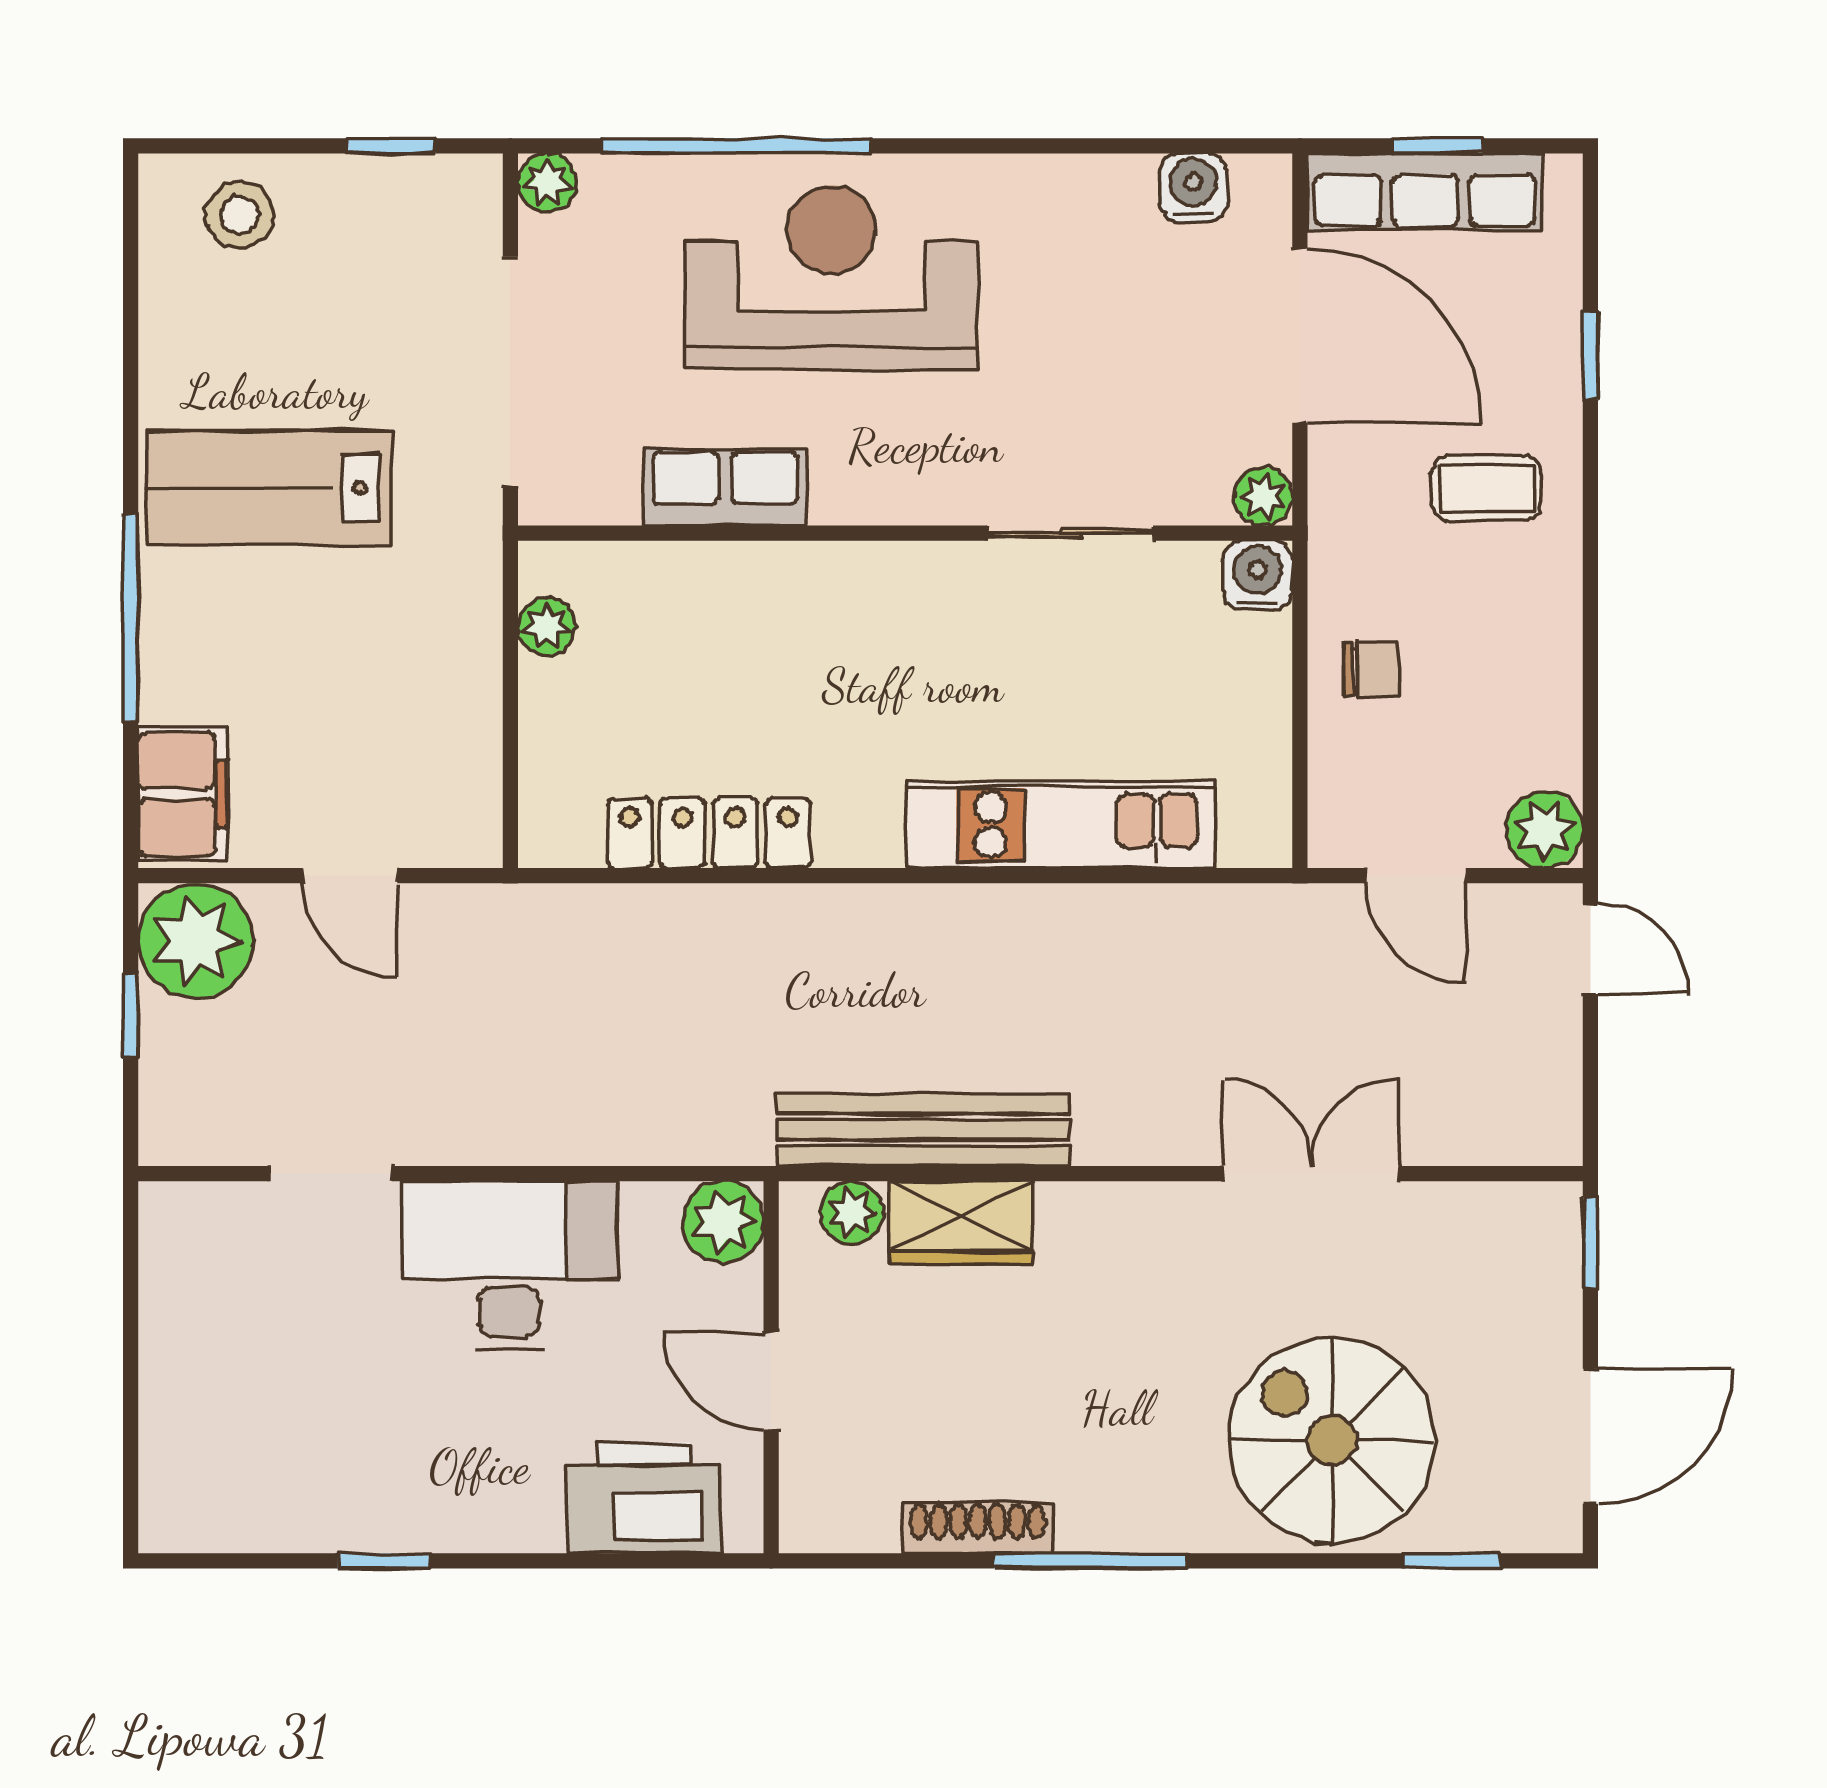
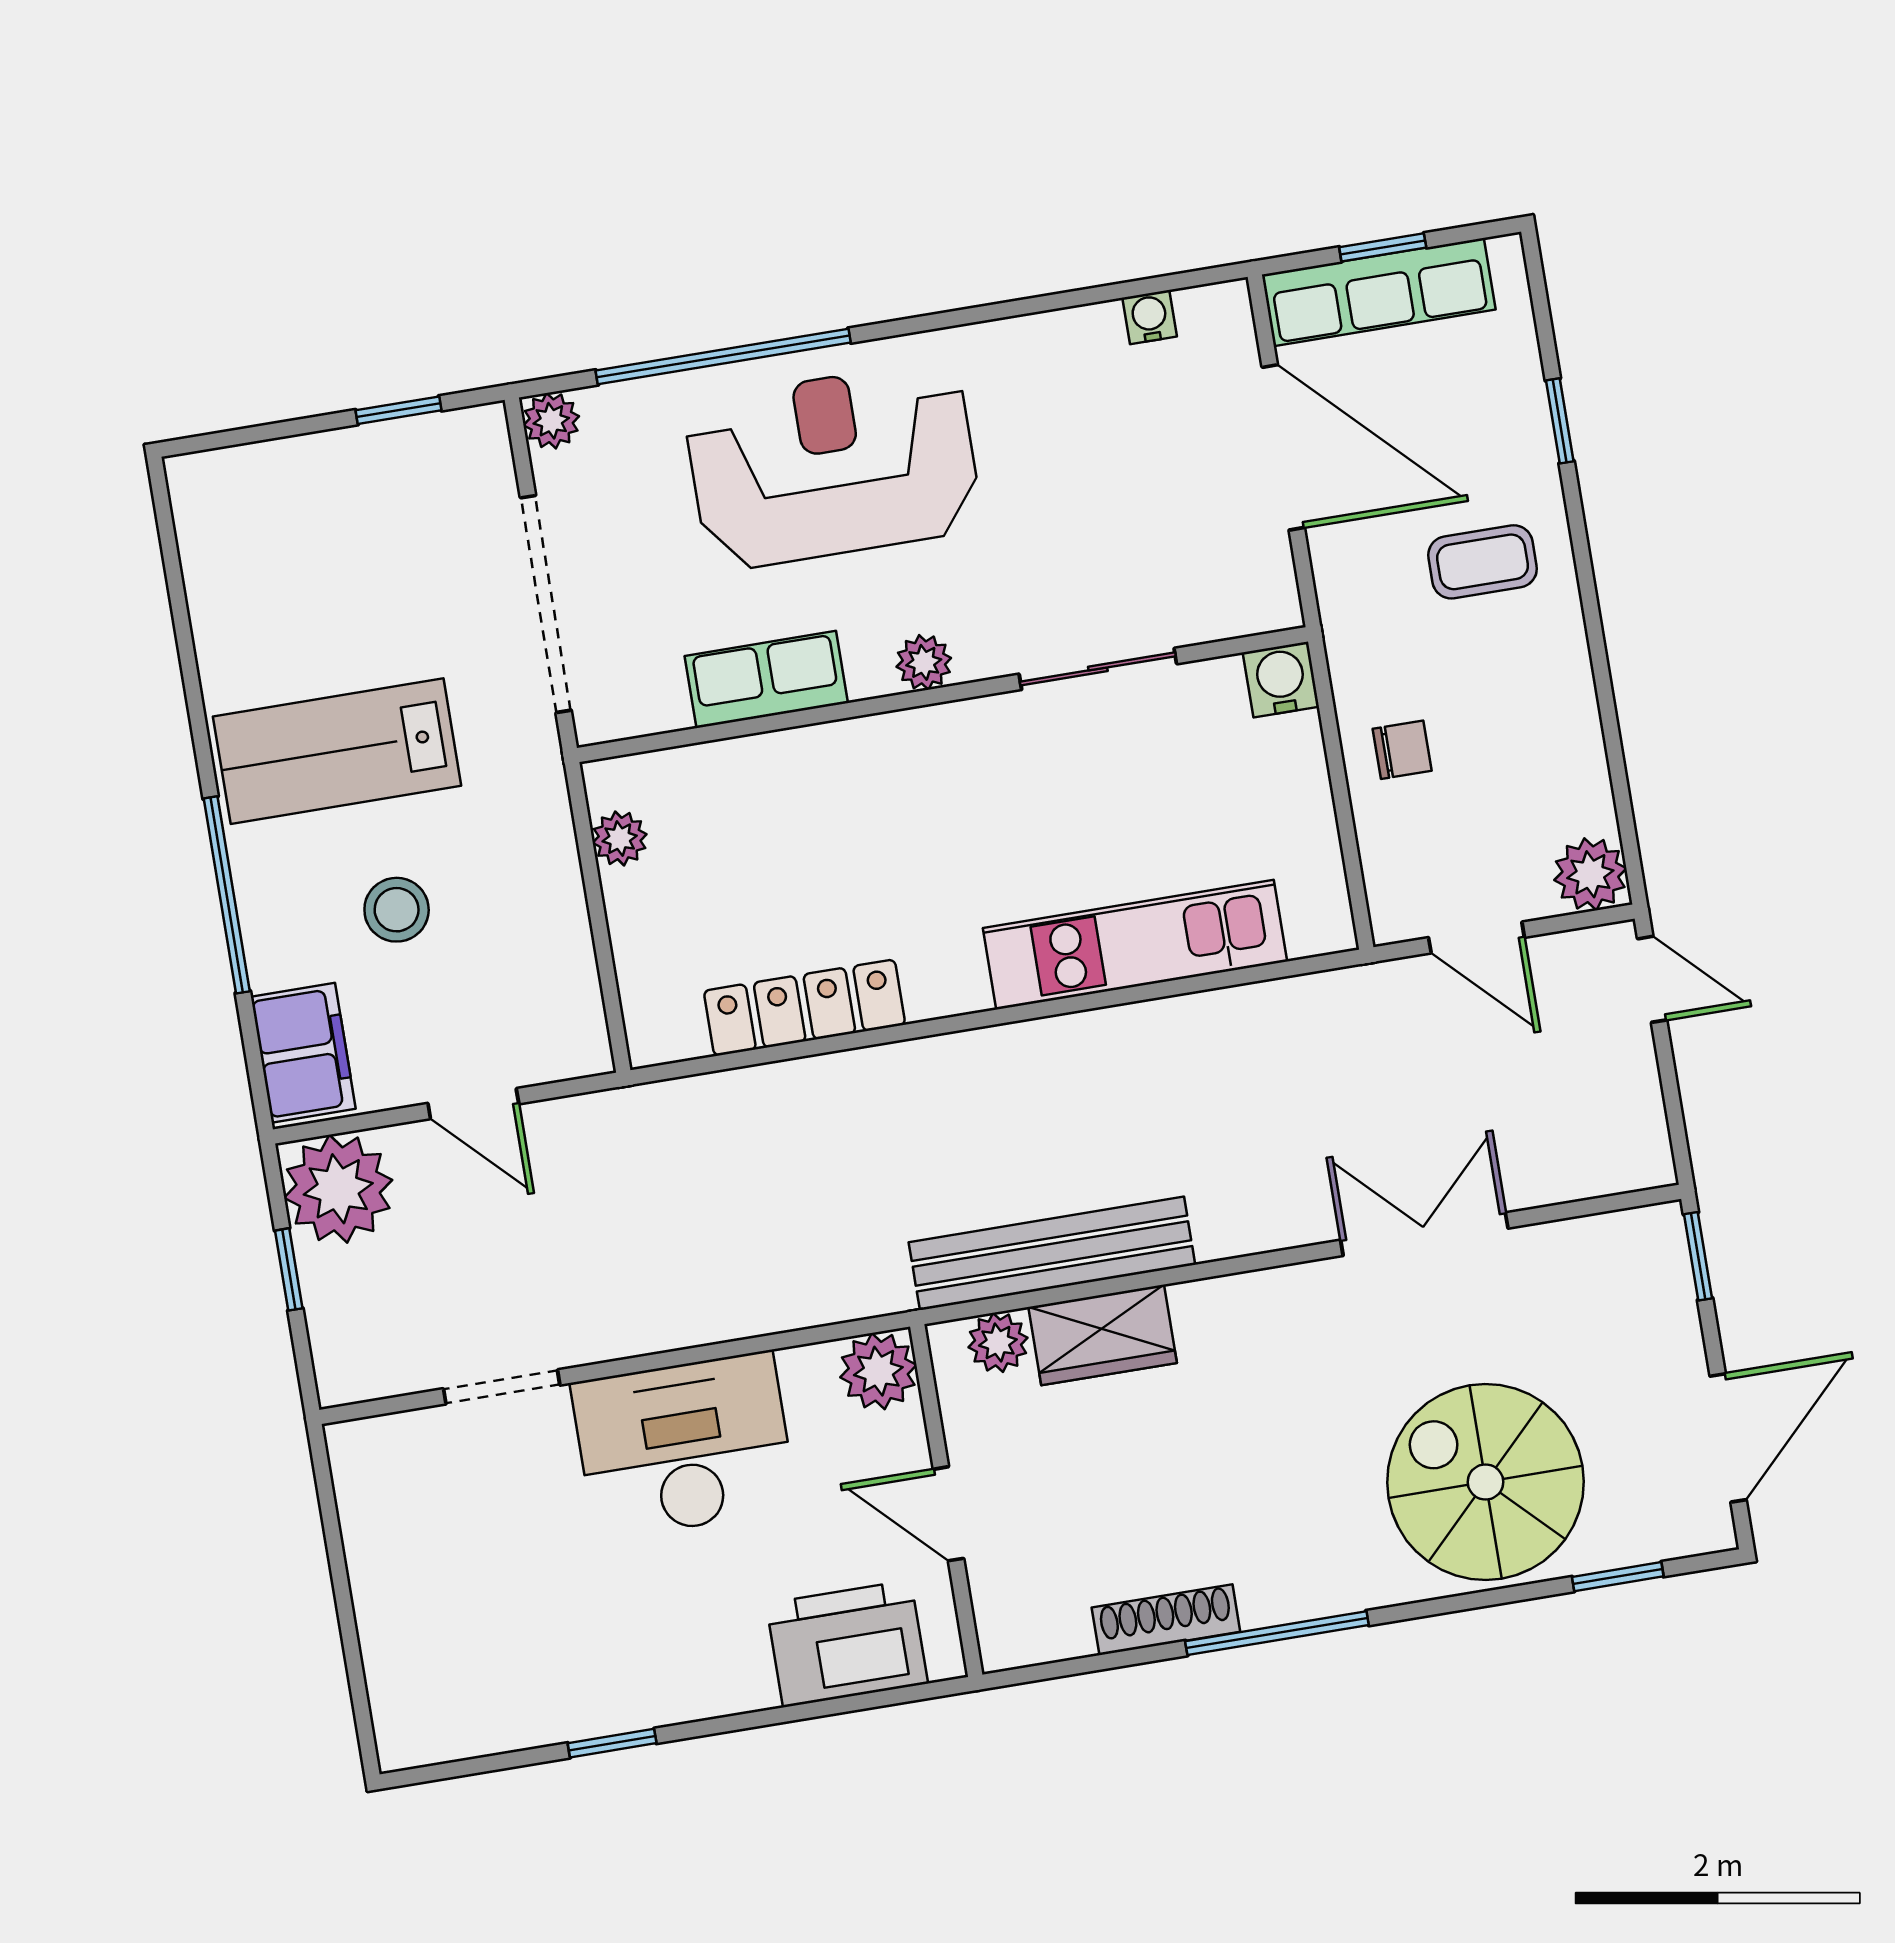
water cooler: (1193, 188) -> (1150, 317), width x0.72, depth x0.72
stool: (240, 215) -> (397, 910), moved
plant: (1263, 496) -> (924, 662), moved

